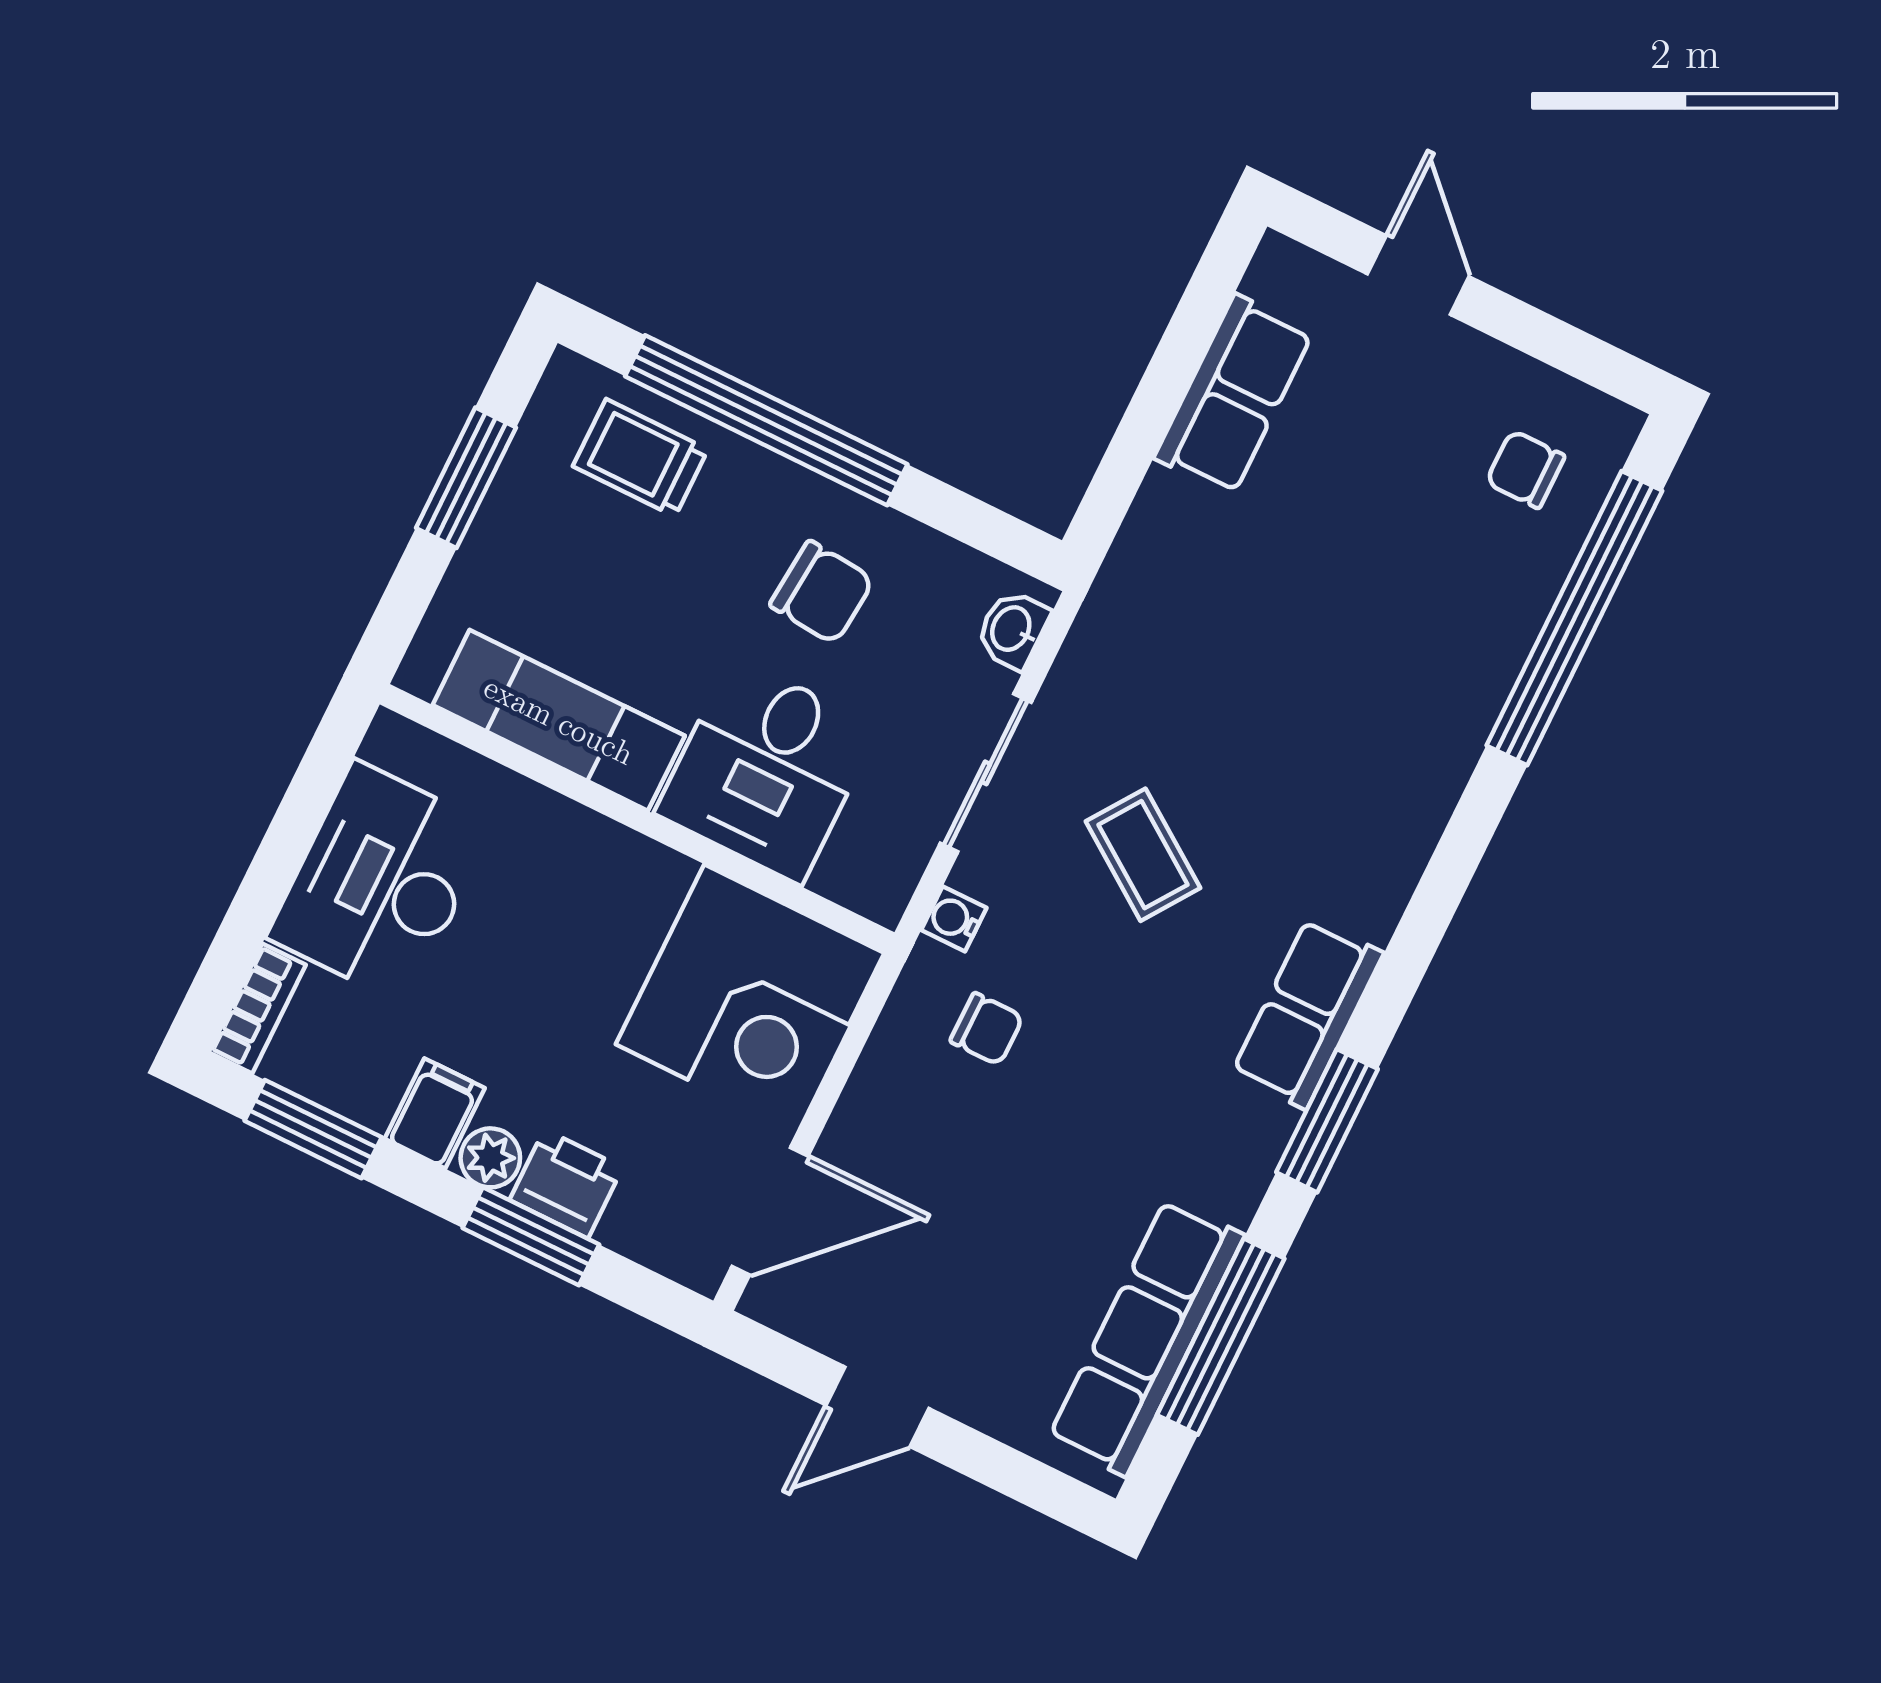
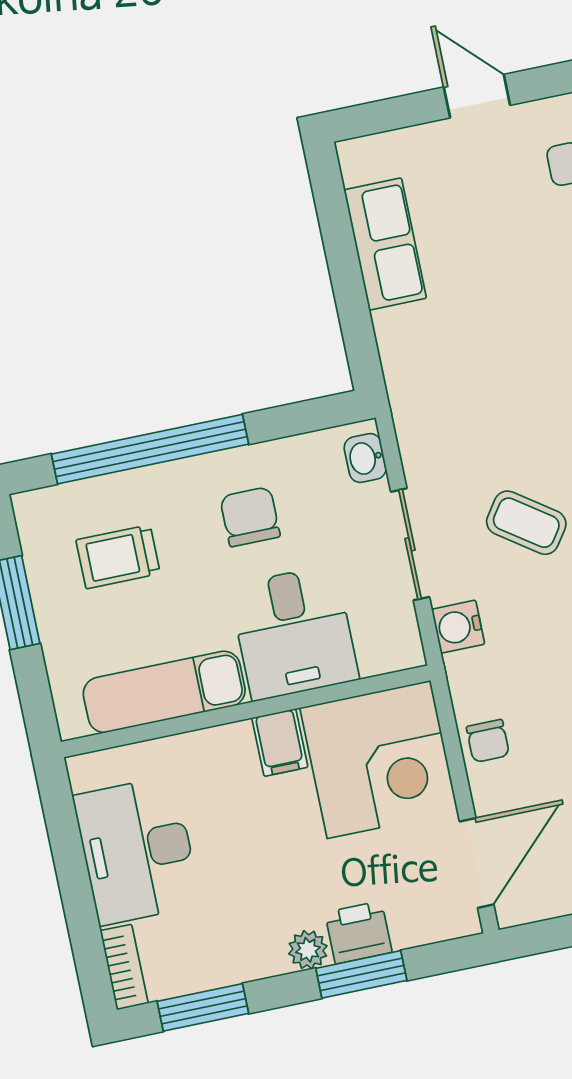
door: (1418, 275) -> (477, 96), moved
trolley: (640, 458) -> (118, 557), moved
chair: (822, 592) -> (250, 517), turned -95
water cooler: (954, 919) -> (458, 627), width x1.38, depth x1.38
chair: (987, 1029) -> (488, 741), moved, turned 90
filing cabinet: (435, 1113) -> (280, 743), moved, turned 180

